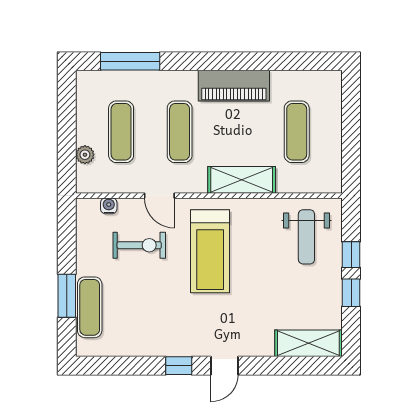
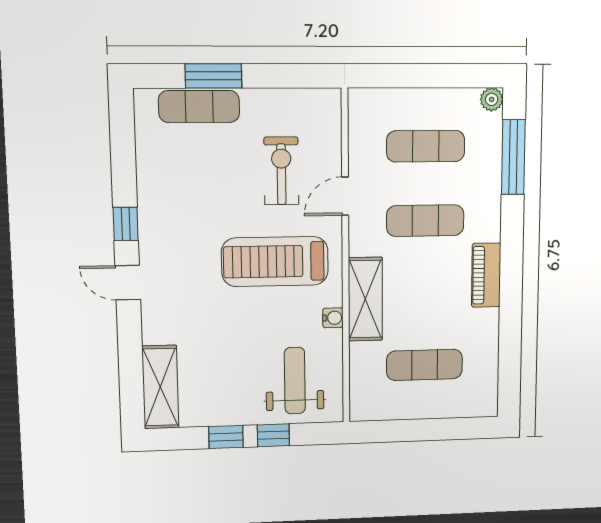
piano: (234, 86) -> (486, 275), width x0.73, depth x0.75
plant: (85, 155) -> (492, 99), moved
water cooler: (109, 206) -> (333, 318), moved
weight bench: (306, 237) -> (295, 381), turned 90
exercise bike: (139, 245) -> (281, 171), turned 180

